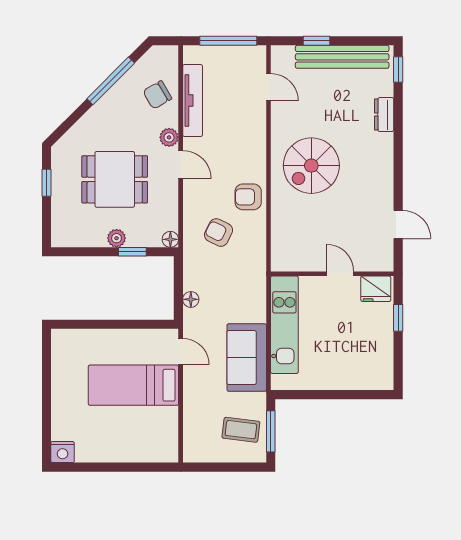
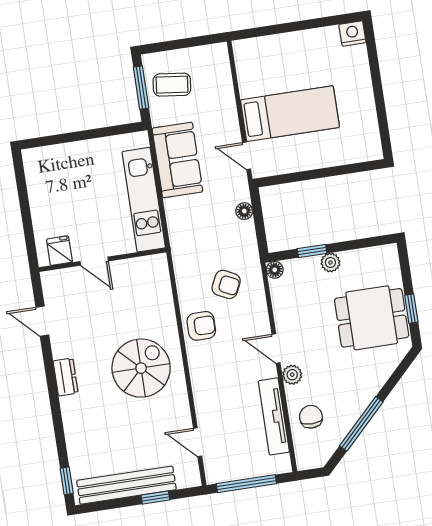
chair: (157, 95) -> (311, 417), turned -60
dresser: (384, 115) -> (66, 377), moved
dining table: (115, 179) -> (372, 318), moved
fridge: (376, 289) -> (59, 251), width x0.72
window: (398, 318) -> (28, 225), removed

